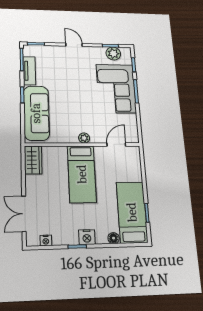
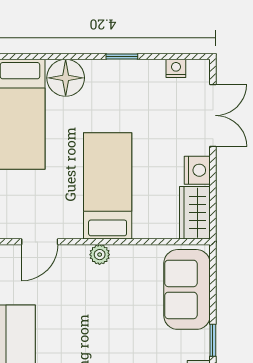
sofa: (36, 113) -> (187, 289), width x0.73
nightstand: (87, 237) -> (197, 170), moved, turned 90
floor lamp: (114, 238) -> (66, 78), width x1.89, depth x1.89

